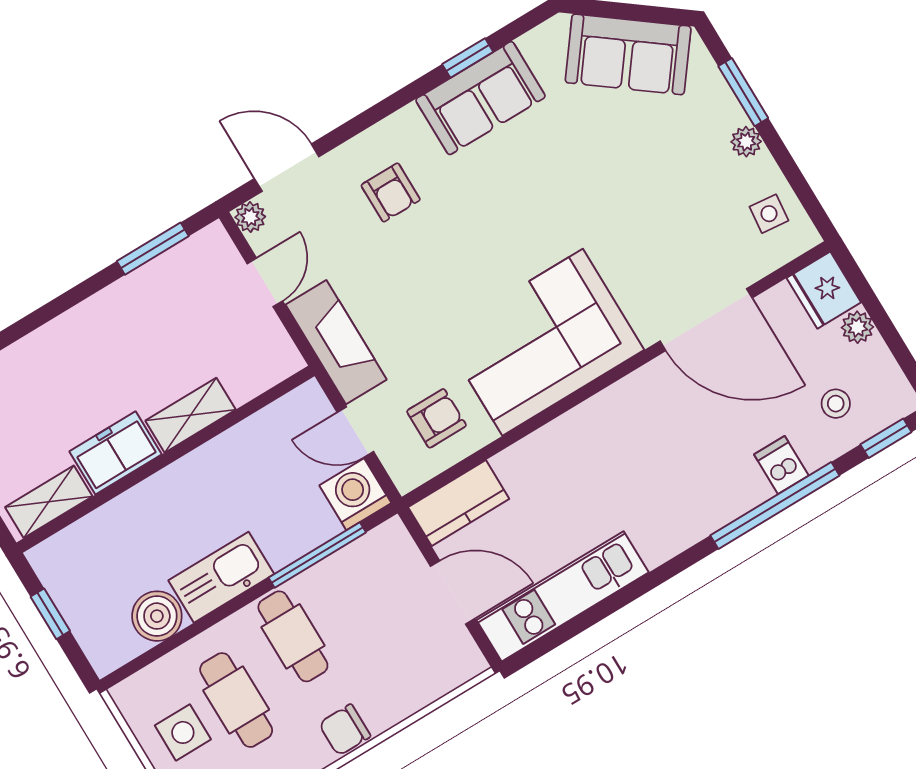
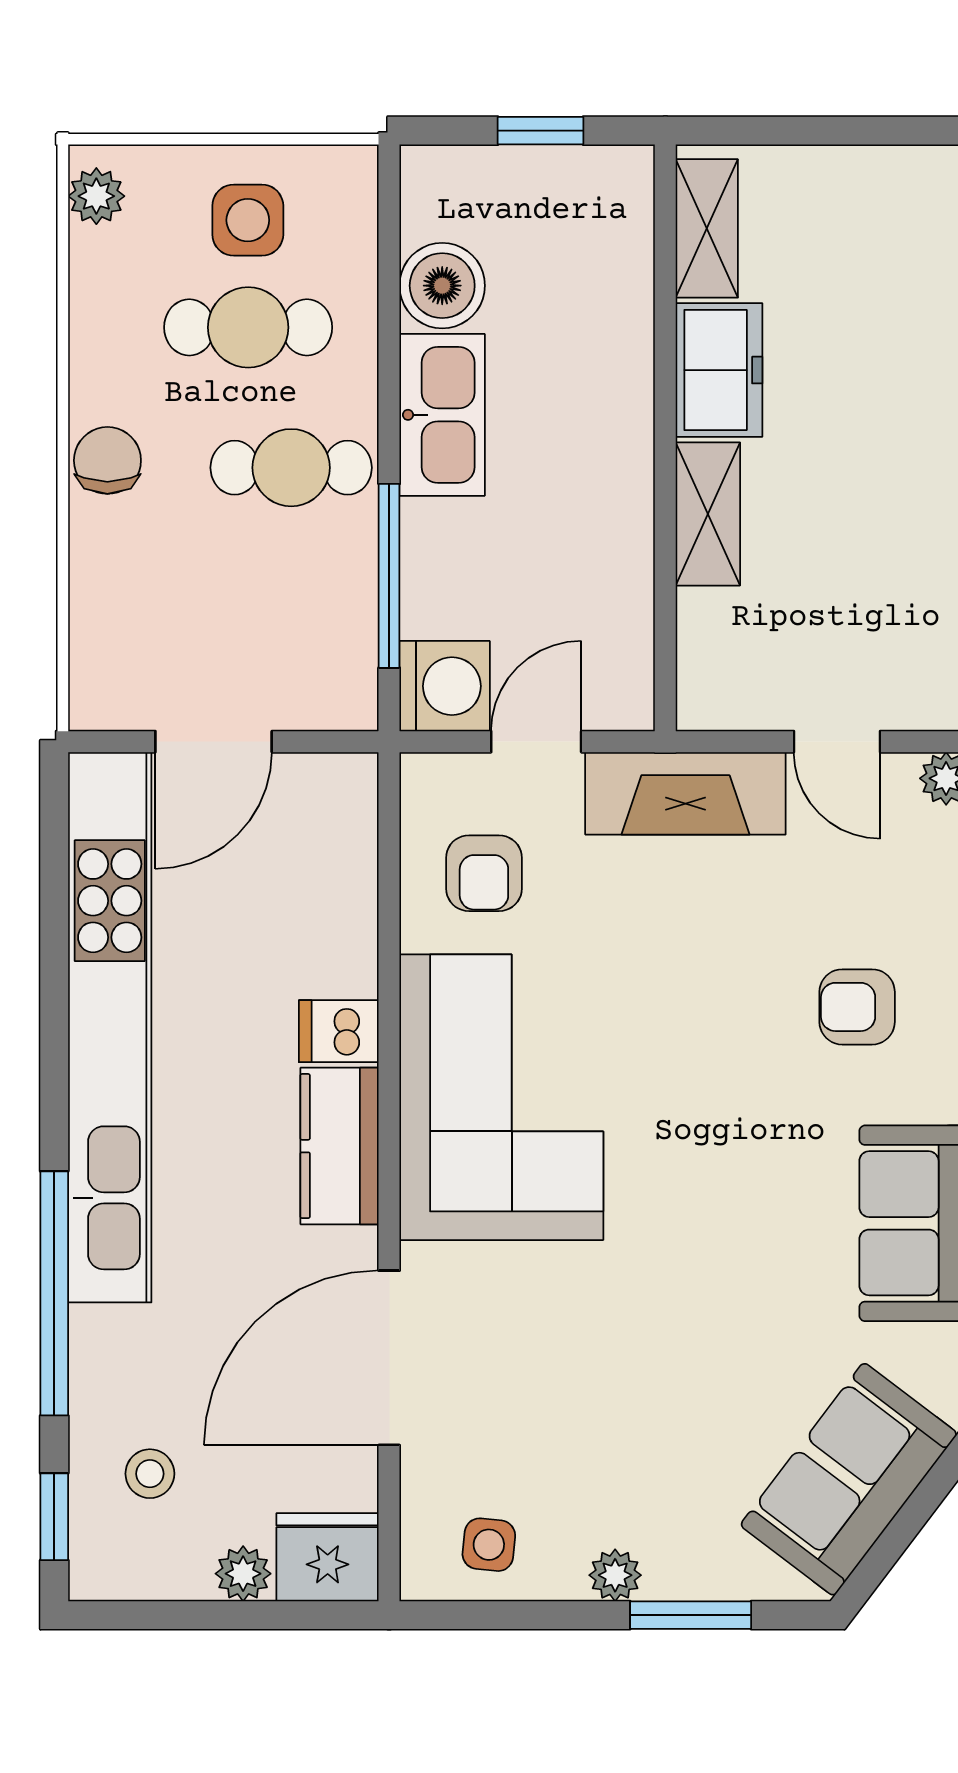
dishwasher: (781, 465) -> (339, 1031), moved, turned 180
kitchen counter: (459, 503) -> (340, 1146), moved
kitchen unit: (563, 596) -> (110, 1027), width x1.86

